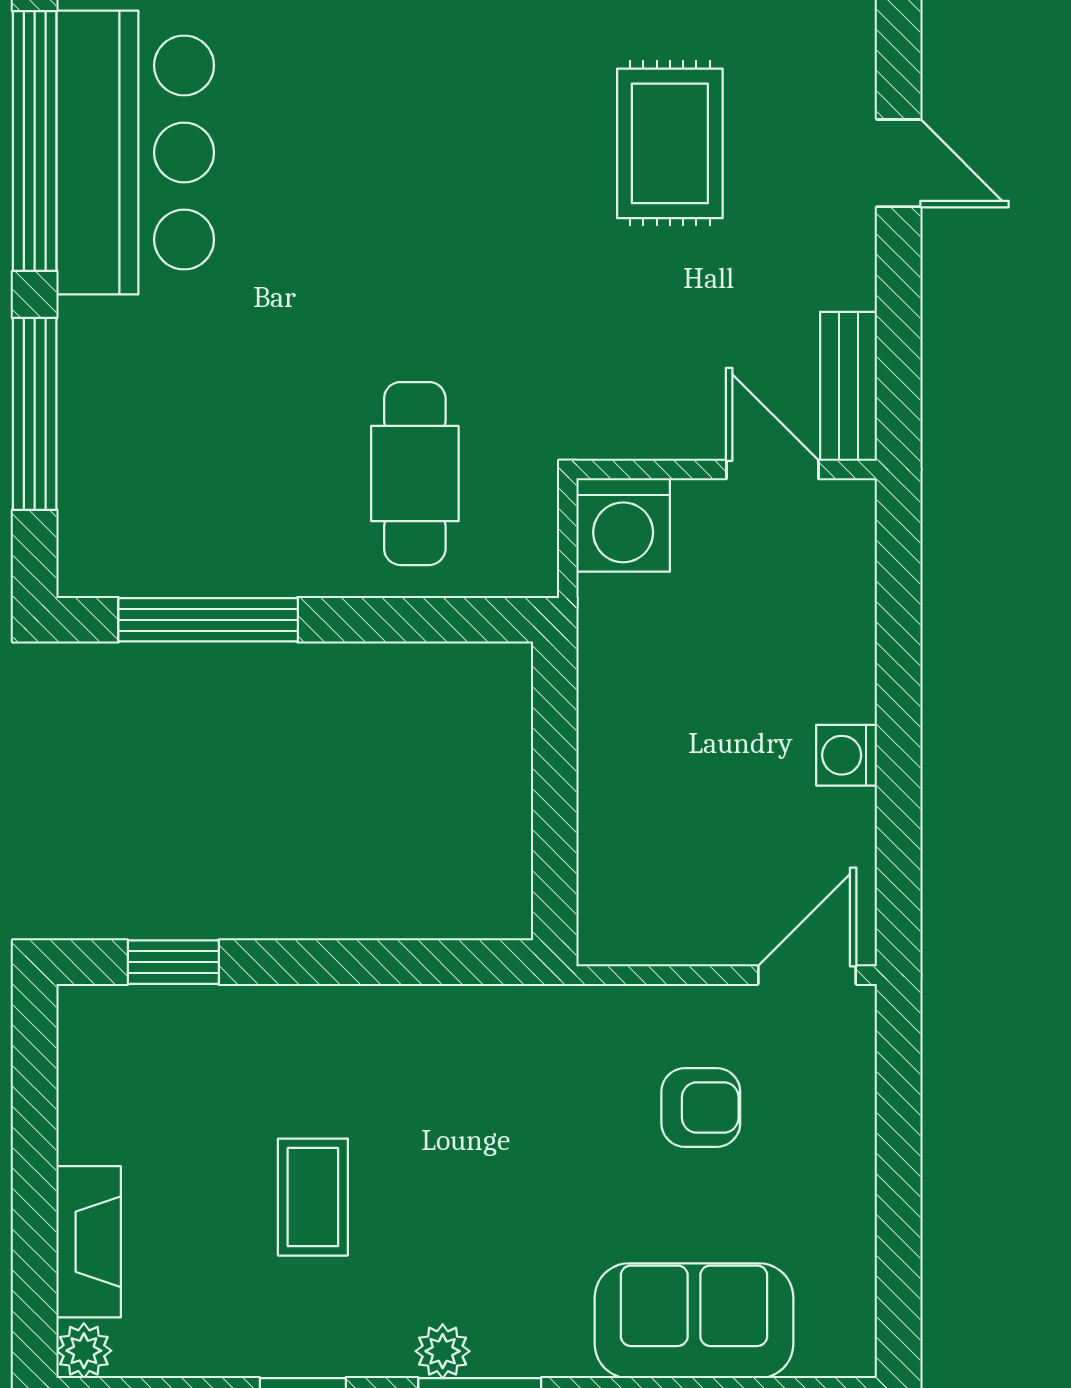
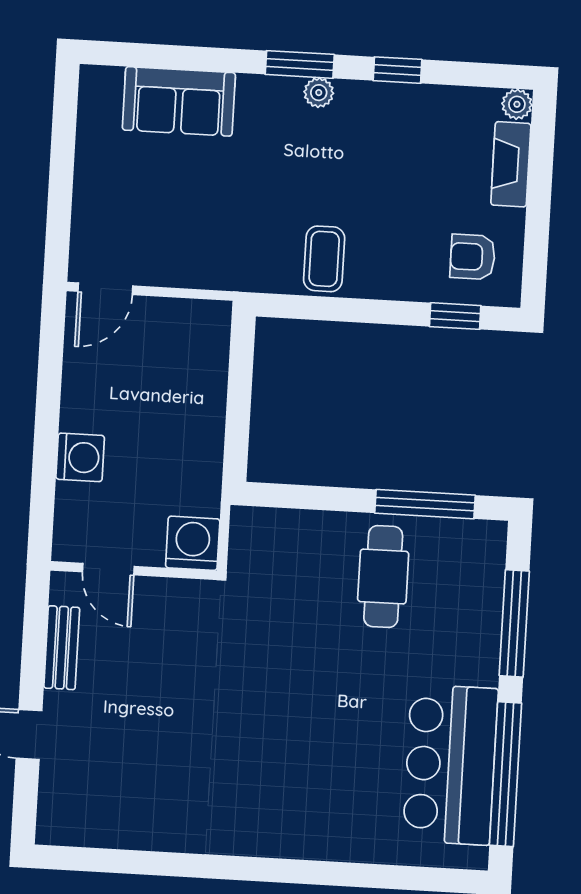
rug: (670, 143) -> (155, 753), removed
bench: (848, 386) -> (62, 648), moved
cafe table: (415, 474) -> (383, 576), moved
washing machine: (847, 755) -> (80, 457), moved, width x1.38, depth x1.38
armchair: (701, 1108) -> (473, 257), moved
coffee table: (313, 1197) -> (324, 259), moved

